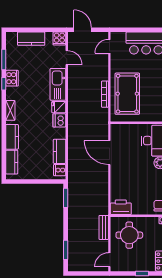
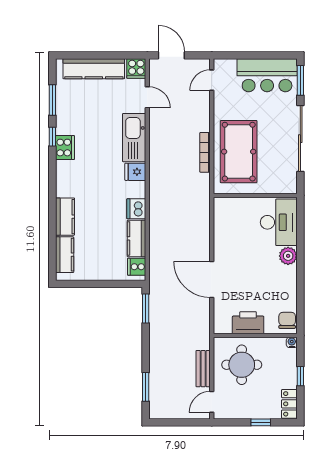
kitchen counter: (31, 39) -> (94, 69), width x1.50
cooker: (12, 78) -> (65, 148), moved
shelving: (10, 110) -> (62, 177), removed
dishwasher: (59, 120) -> (136, 209), moved
door: (109, 153) -> (212, 279), moved
printer: (121, 207) -> (248, 323), moved
bench: (104, 227) -> (203, 369), moved

